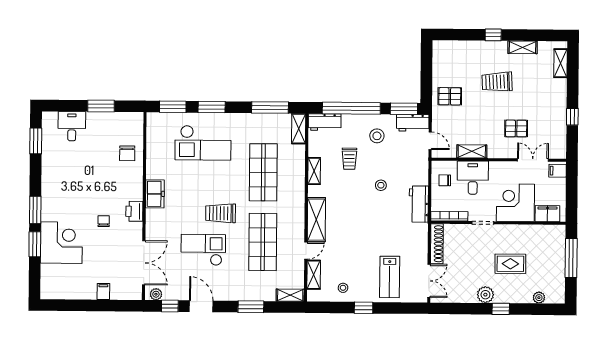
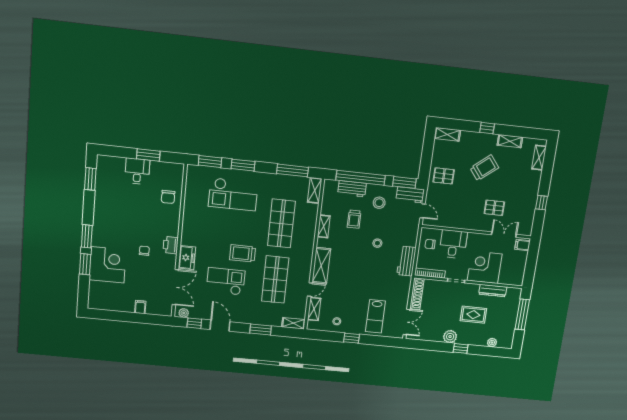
trolley: (497, 82) -> (484, 168), turned 144
workbench: (325, 122) -> (352, 189), moved
desk: (72, 126) -> (137, 171), moved
shelving: (472, 151) -> (447, 134), moved
freezer: (155, 194) -> (187, 258), moved
filing cabinet: (547, 214) -> (509, 278), removed
dresser: (530, 231) -> (493, 291), added

